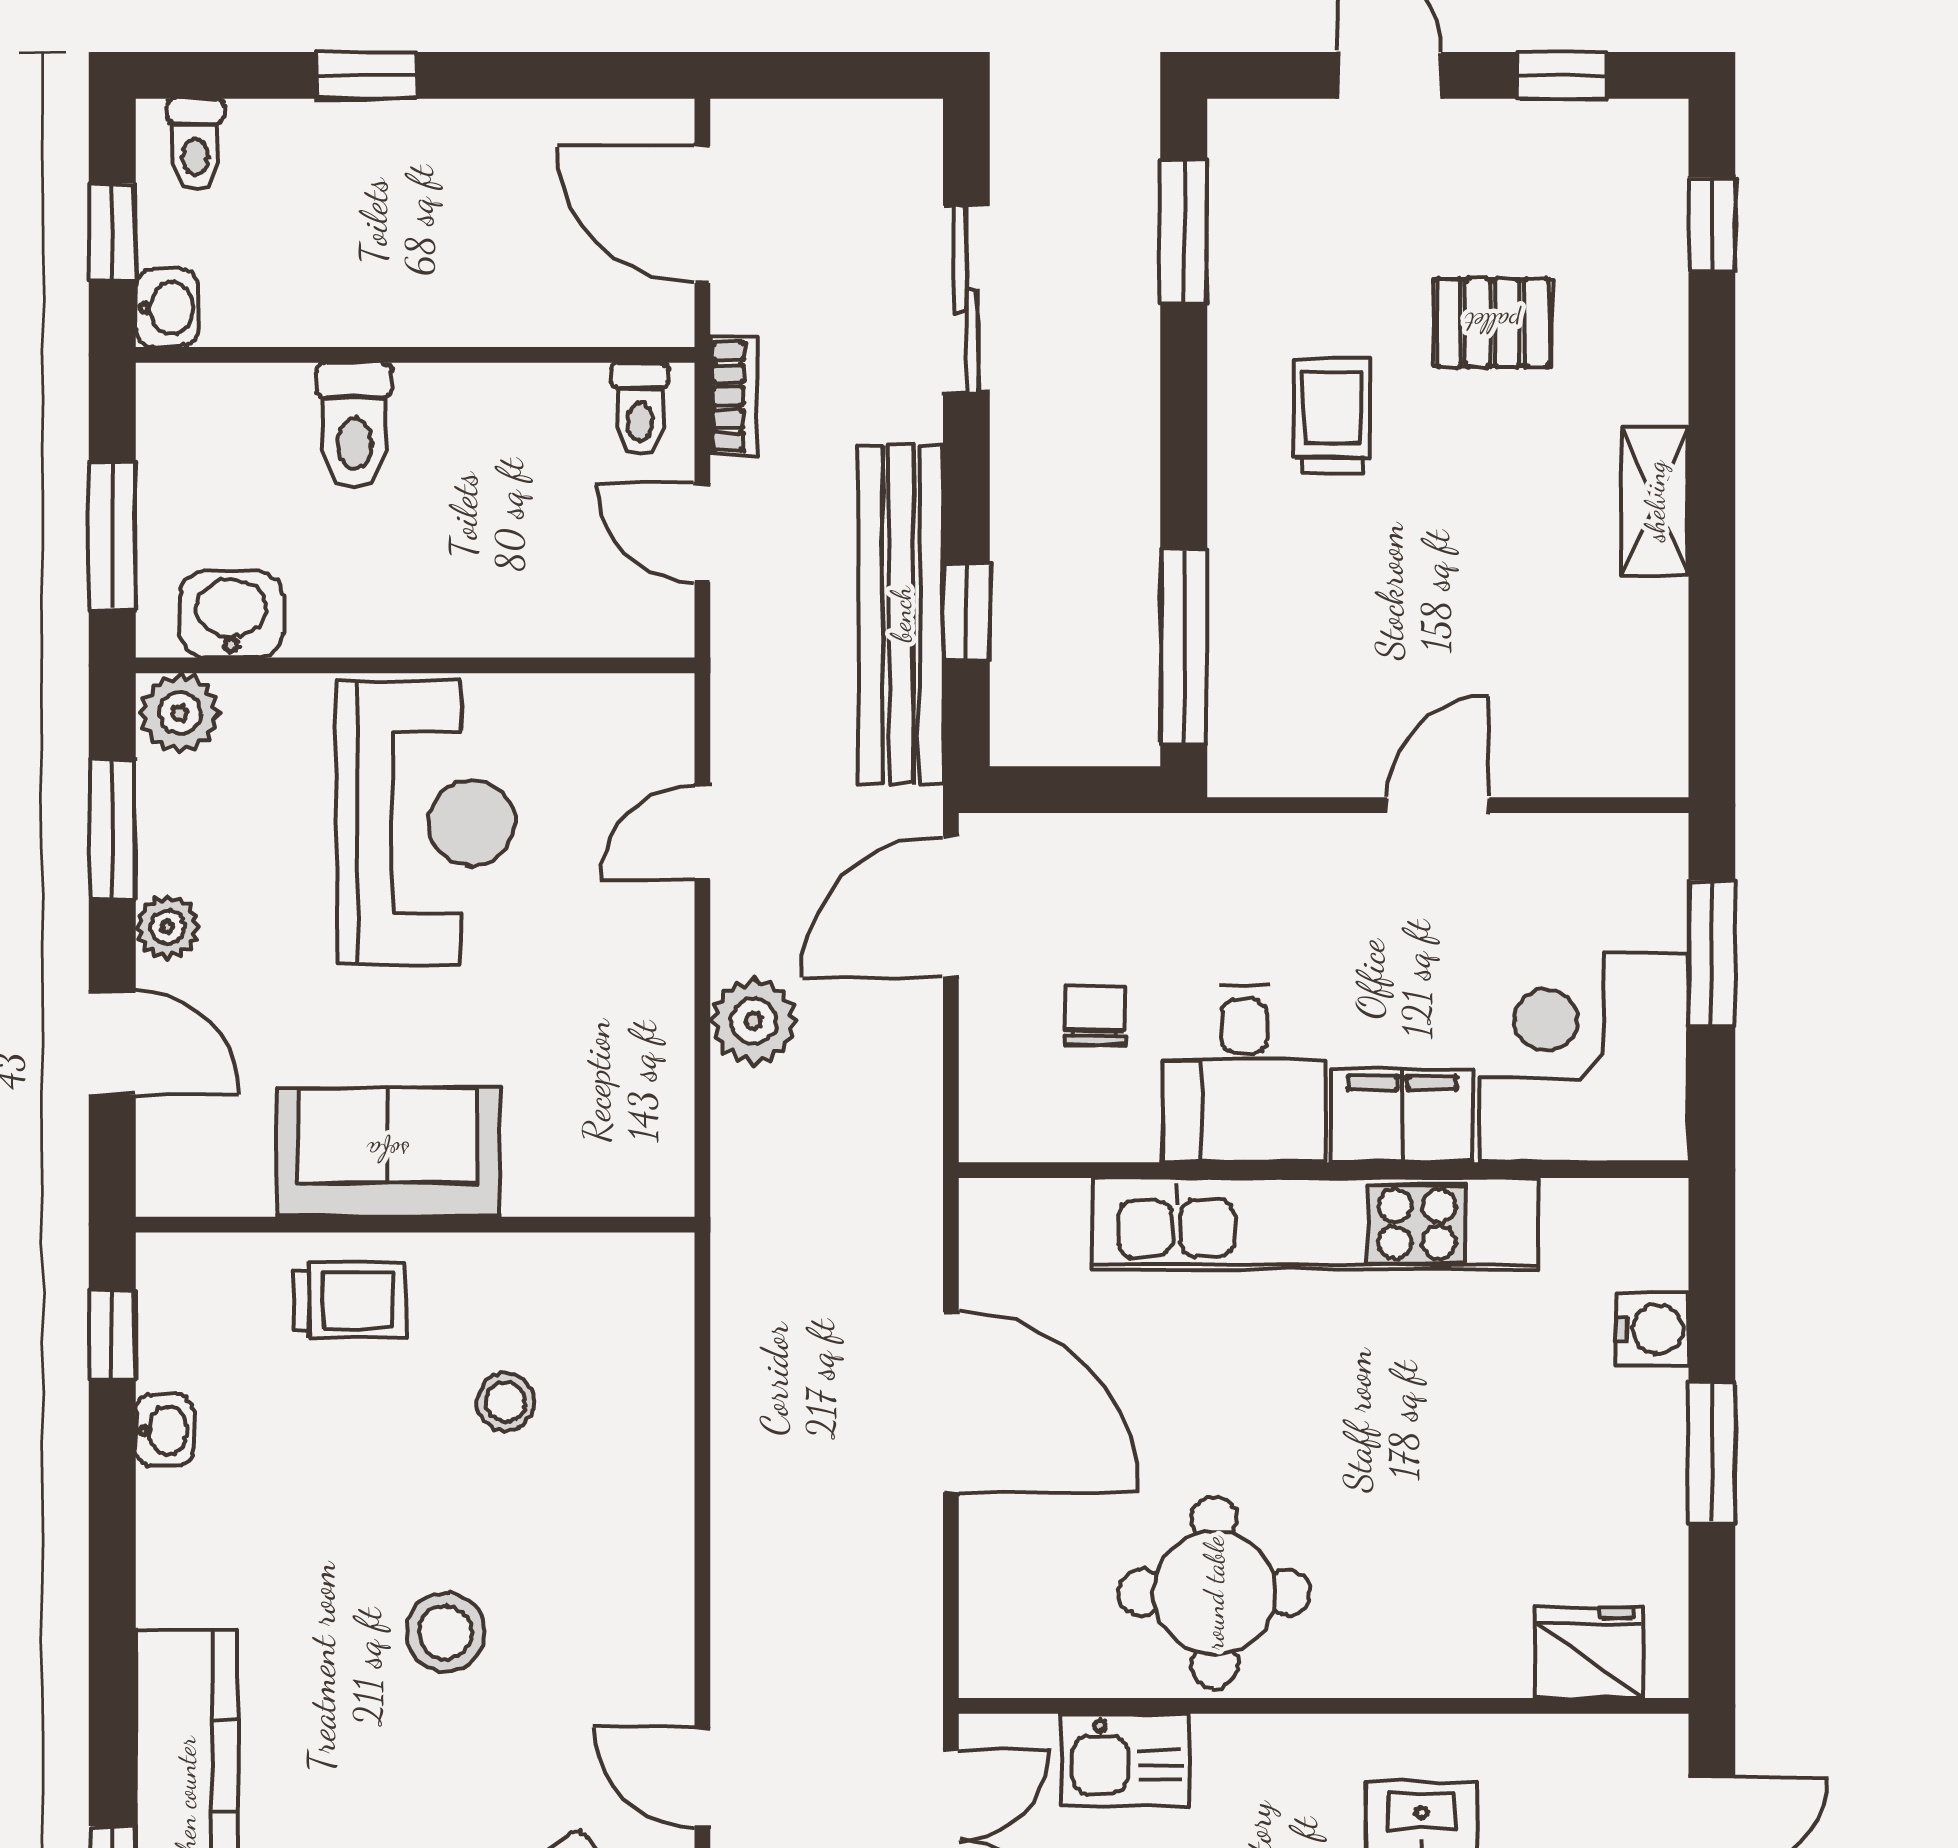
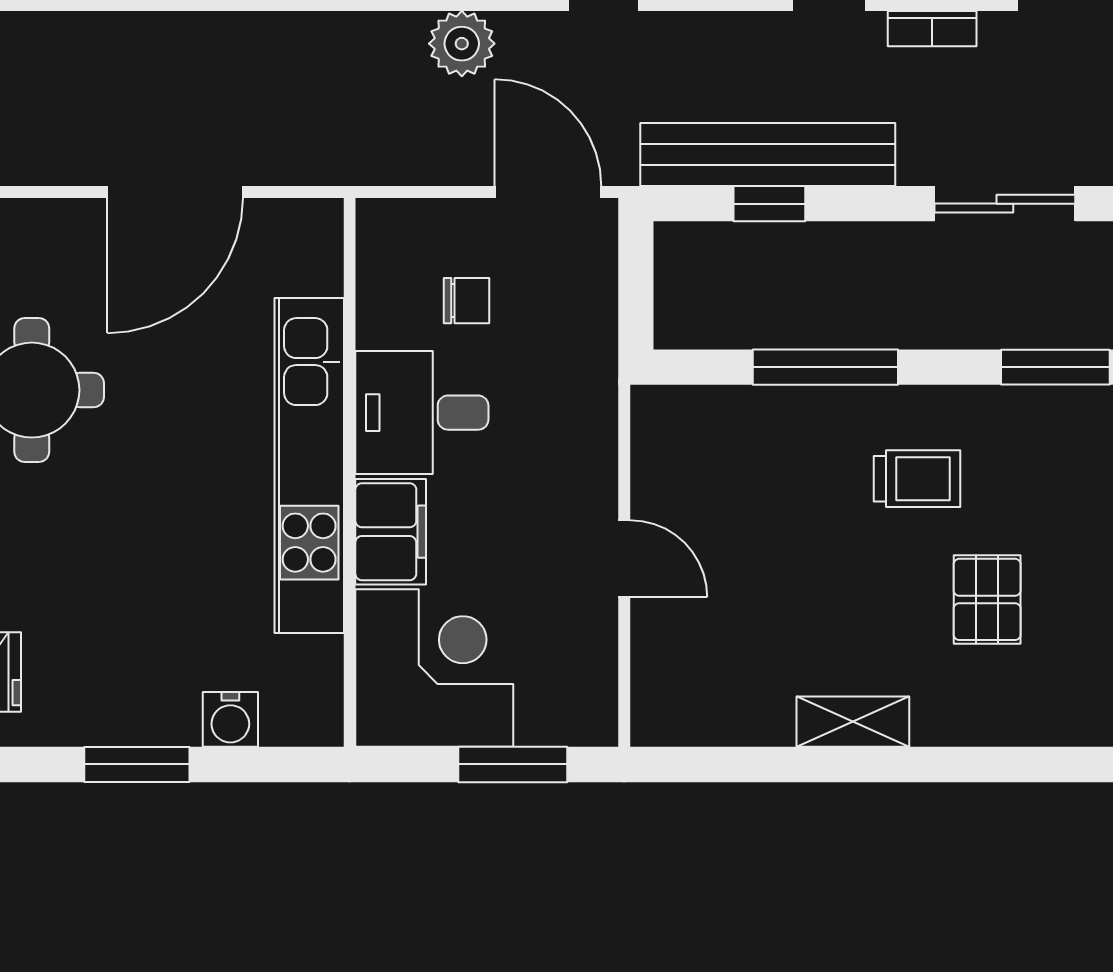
window: (1712, 225) -> (1061, 764), removed
window: (1184, 647) -> (825, 367), moved

